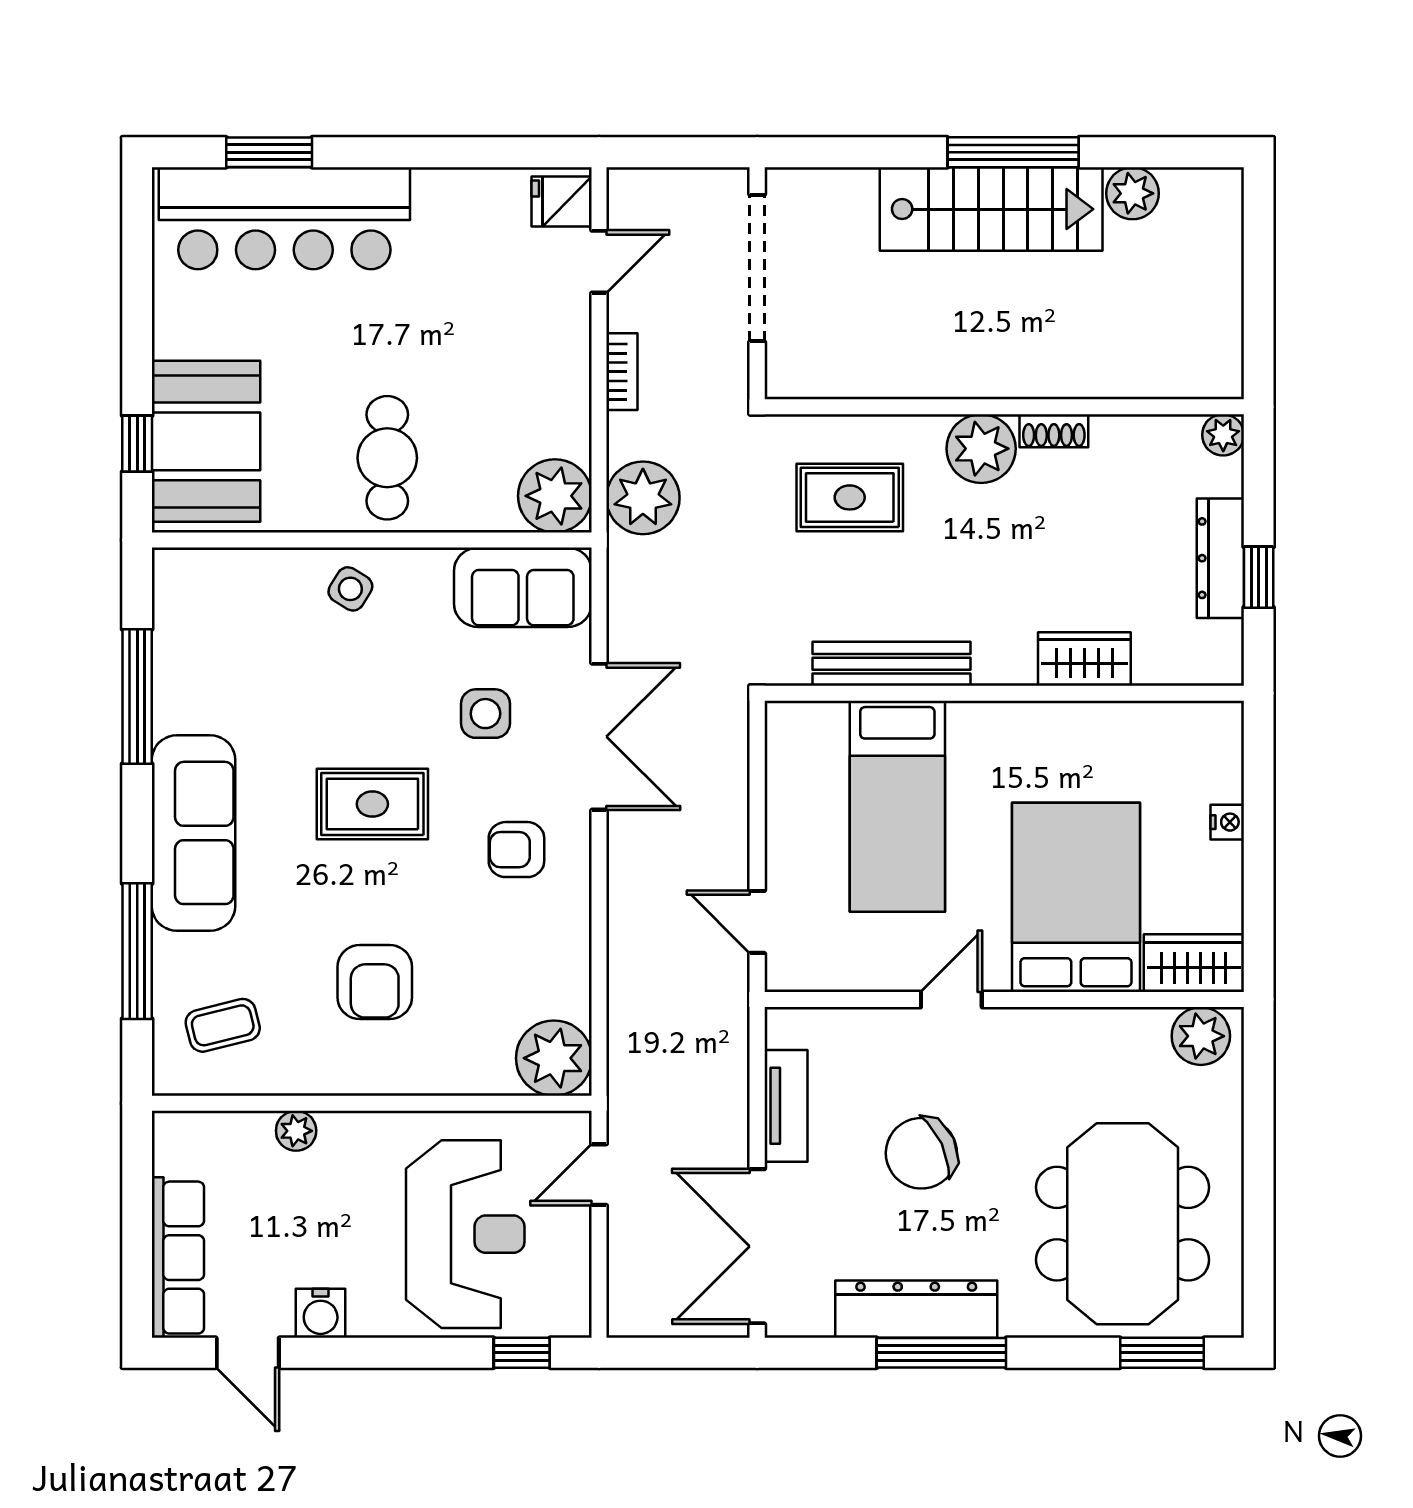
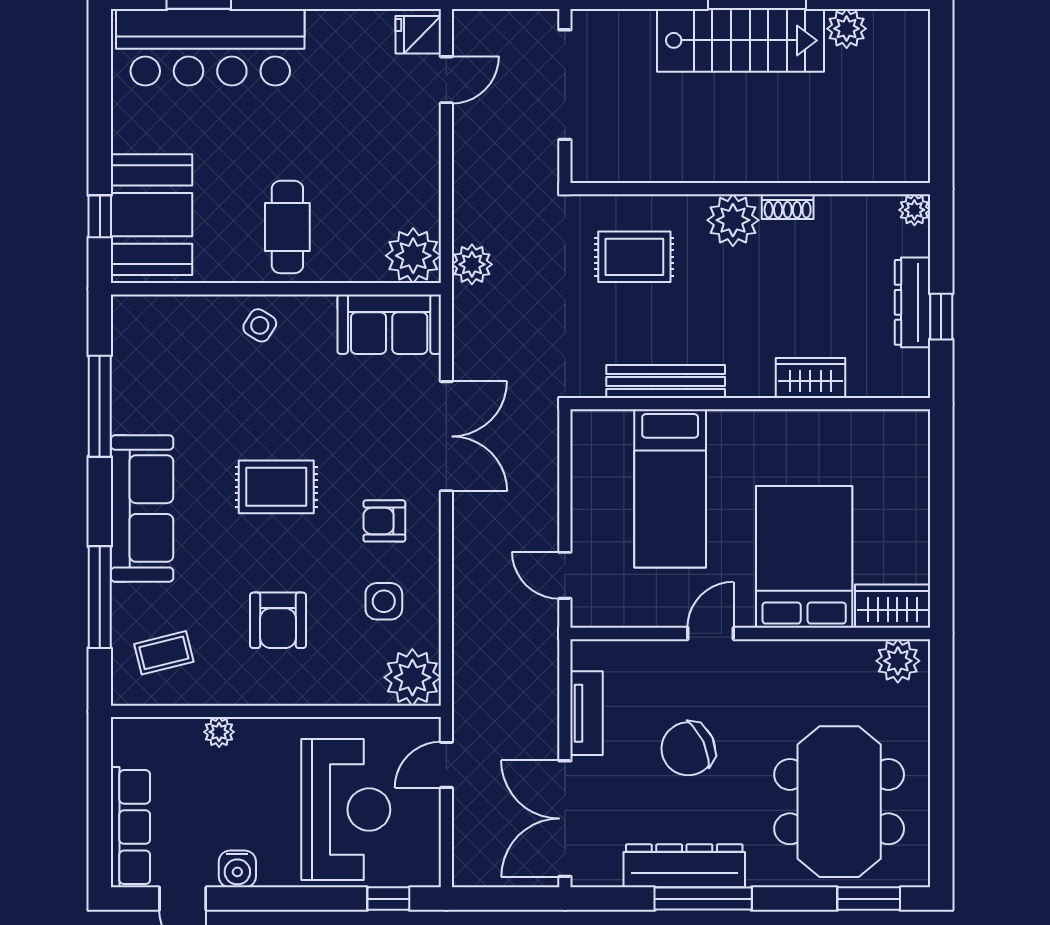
bookcase: (622, 372) -> (463, 162), removed
plant: (643, 498) -> (472, 264), width x0.73, depth x0.73
side table: (485, 714) -> (384, 601), moved
nightstand: (1227, 822) -> (918, 500), removed

